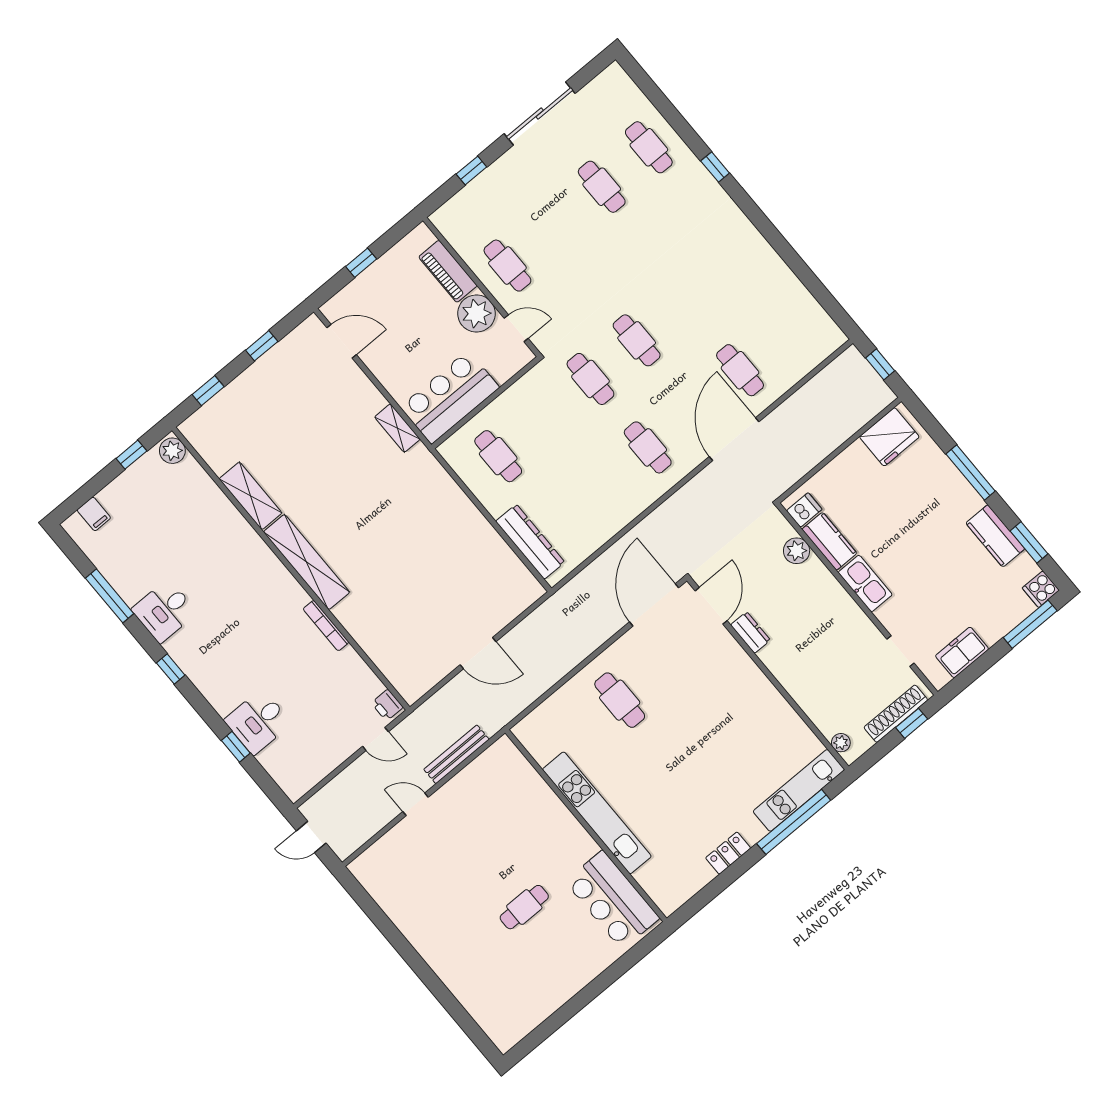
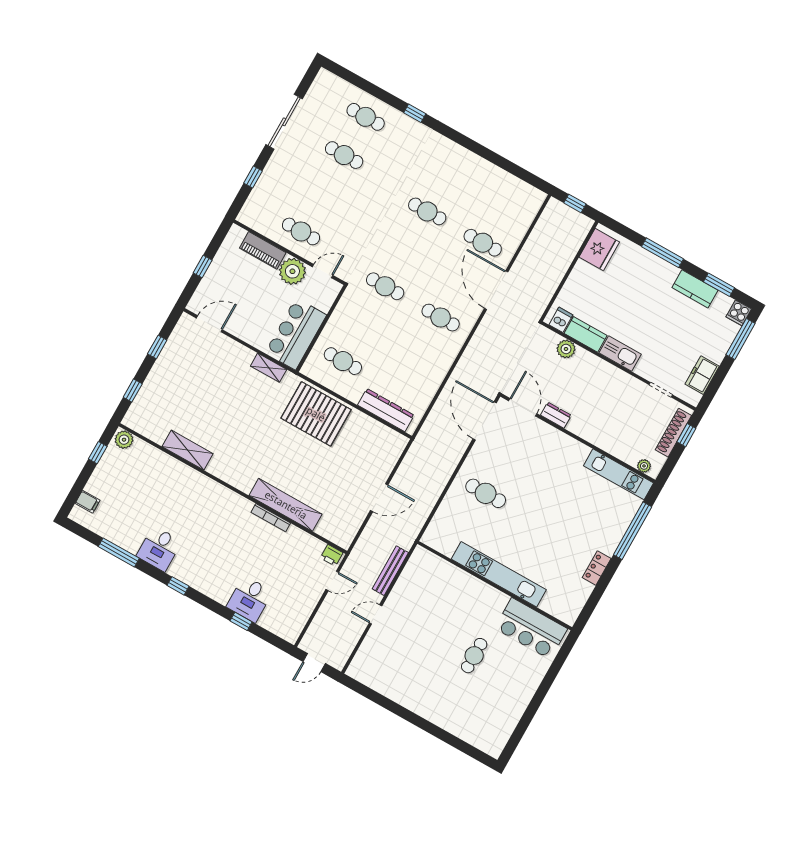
cafe table: (637, 340) -> (427, 211), moved
pallet: (437, 512) -> (316, 414), added
shelving: (307, 562) -> (286, 505), moved
kitchen unit: (799, 790) -> (618, 474), moved, turned -90

